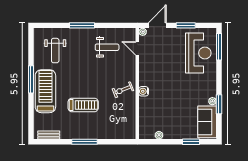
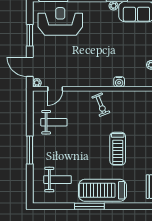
weight bench: (107, 47) -> (54, 122), turned 90
water cooler: (144, 91) -> (119, 82), moved
treadmill: (83, 105) -> (118, 149), turned 180

